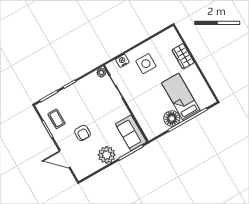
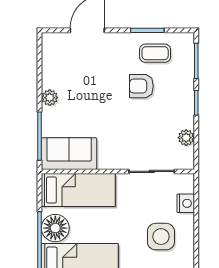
plant: (101, 73) -> (186, 138), moved
bed: (146, 118) -> (78, 190), added
armchair: (82, 133) -> (141, 86), moved
plant: (107, 155) -> (50, 98), width x0.53, depth x0.53

